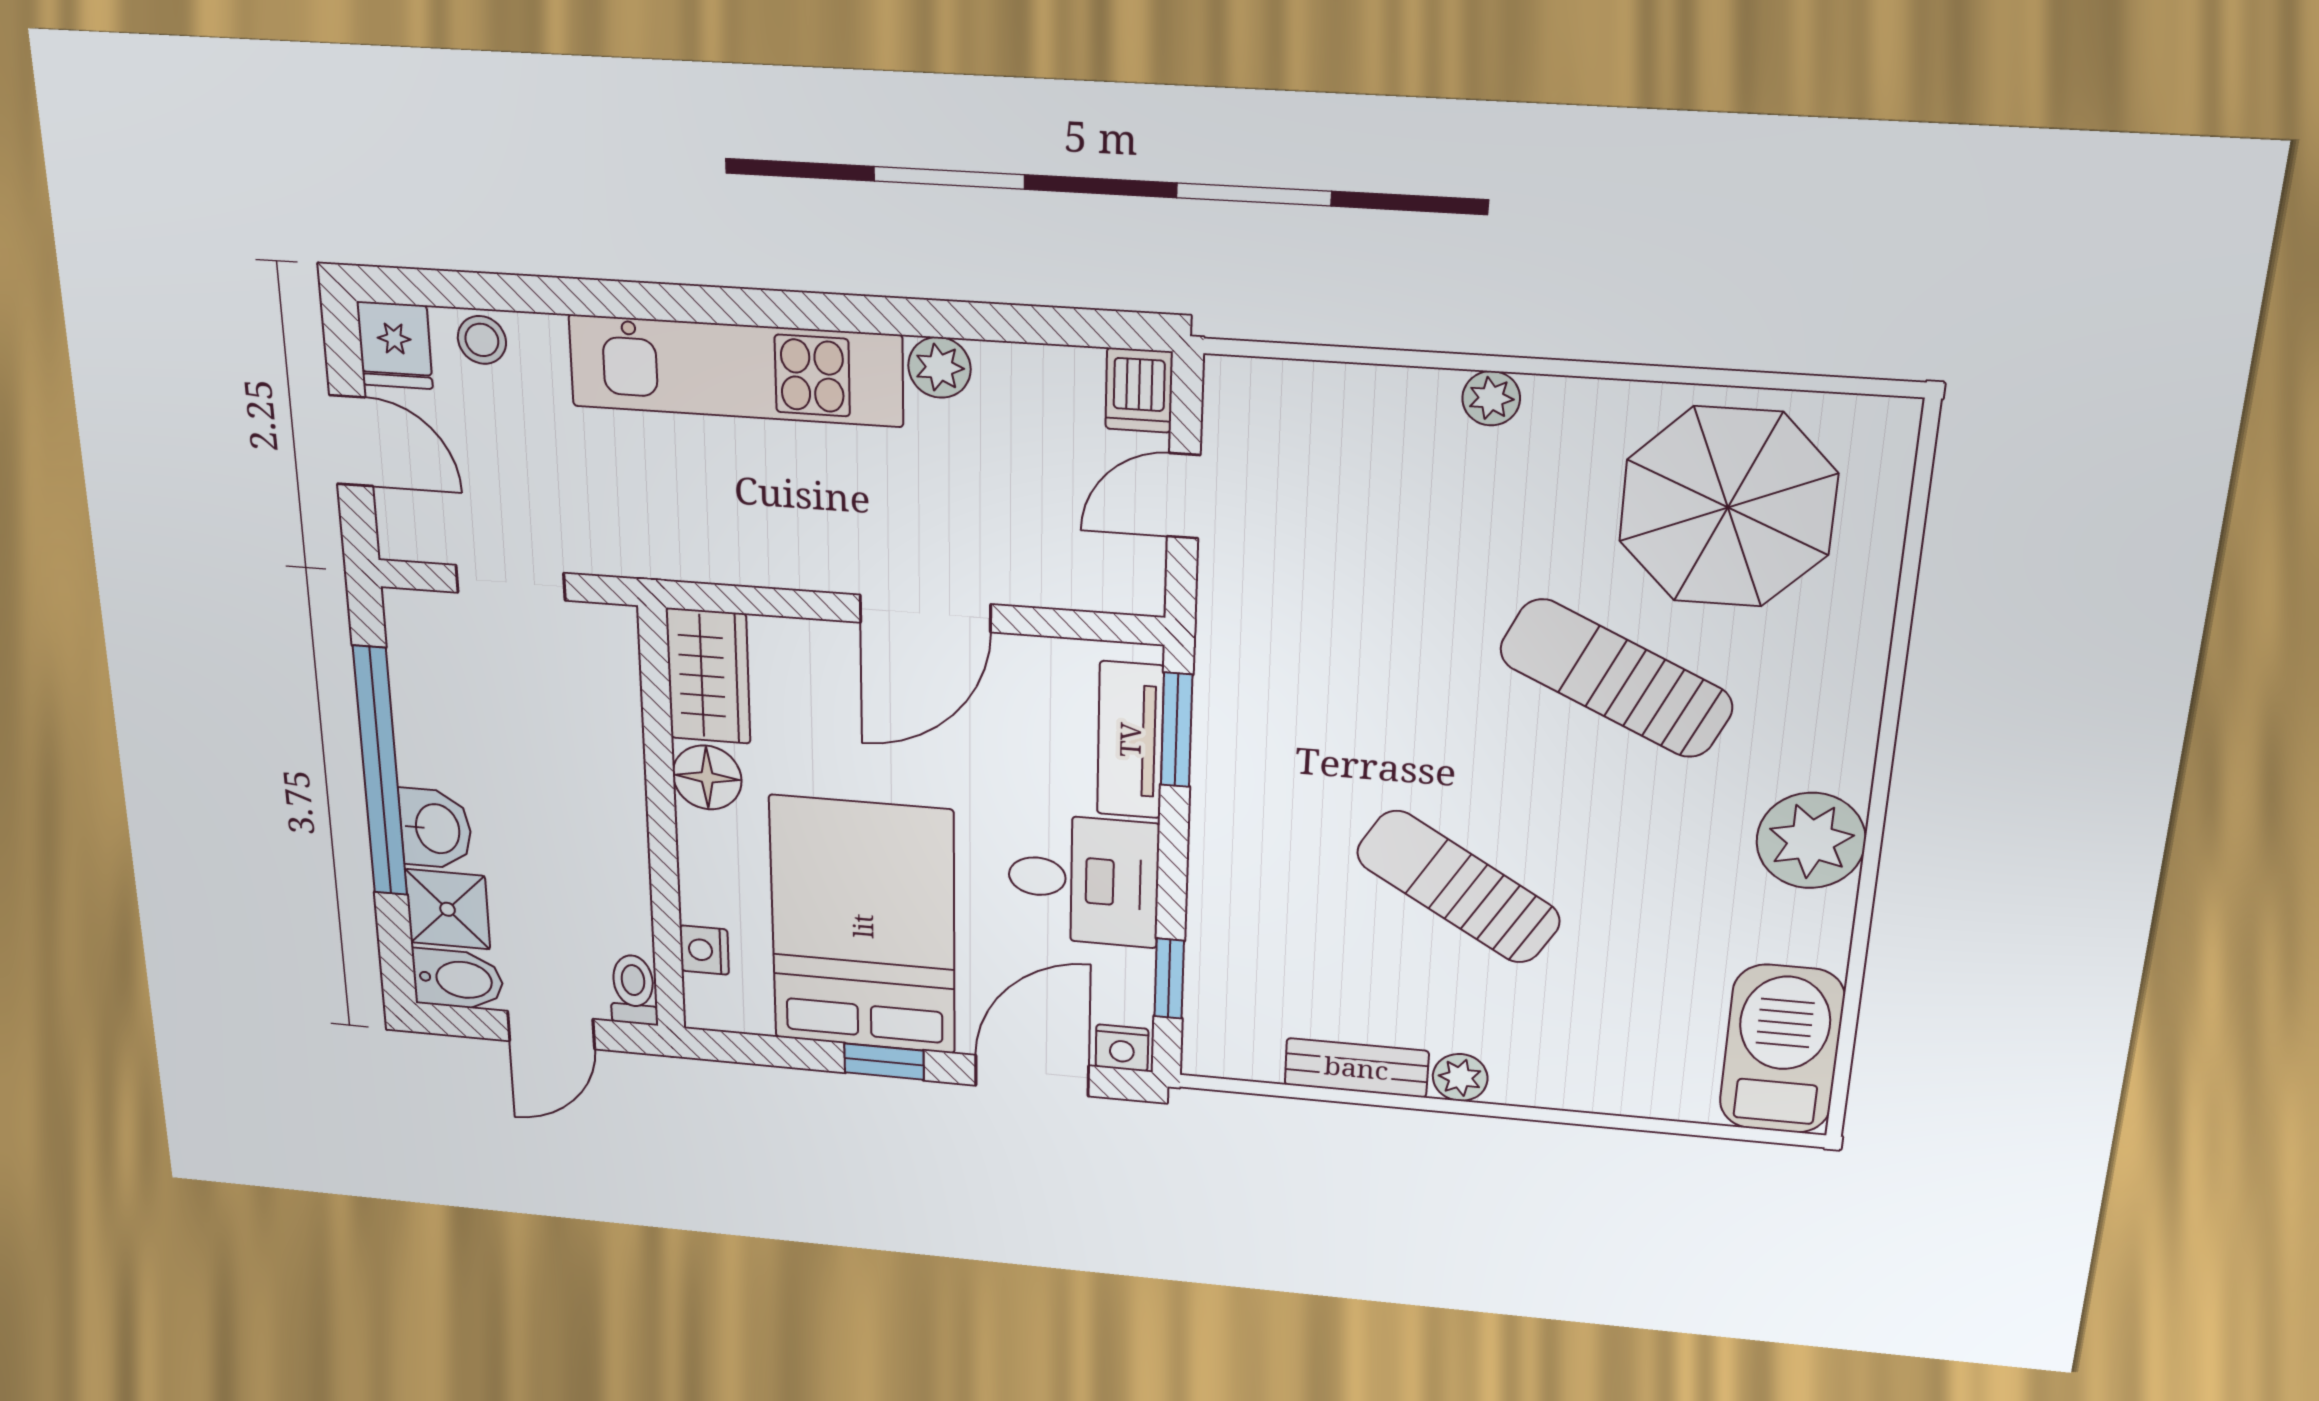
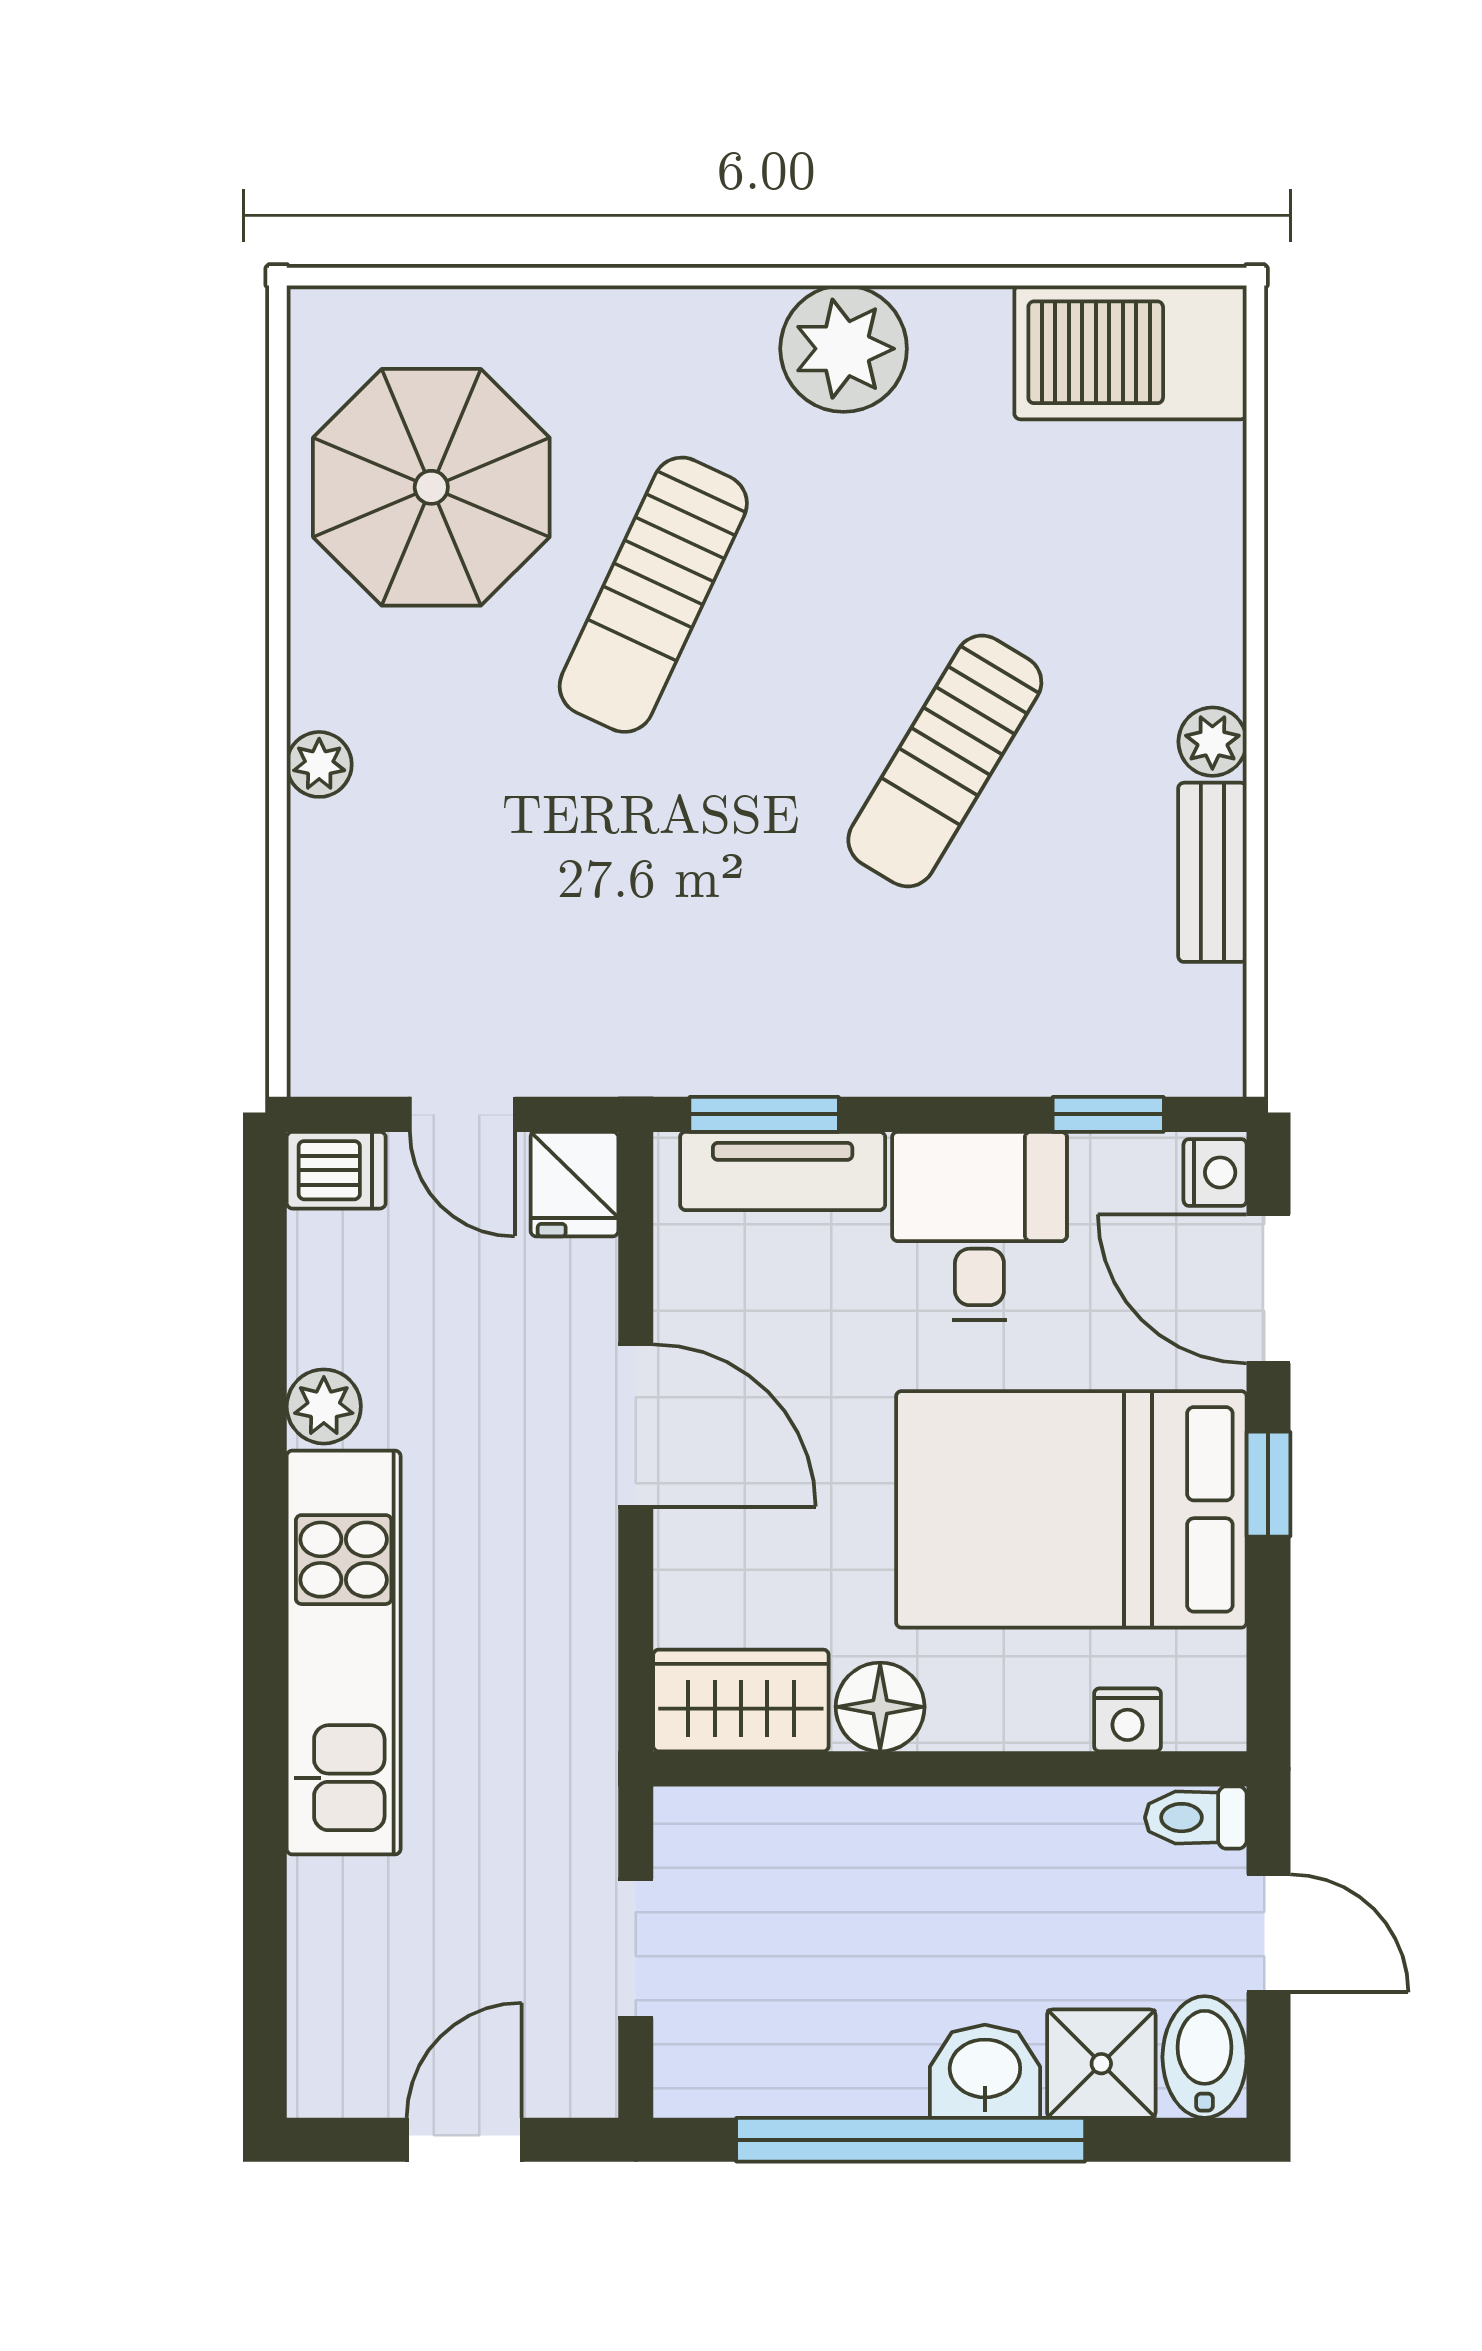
stool: (482, 340) -> (325, 1964), removed
fridge: (395, 345) -> (574, 1184), moved, turned 90

